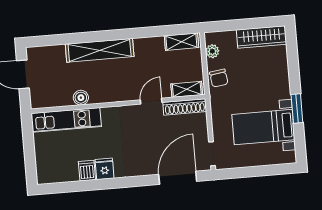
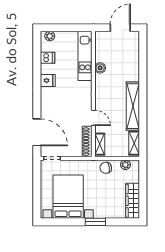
shelving: (100, 50) -> (133, 106), moved
window: (297, 108) -> (95, 222), moved
bed with nightstands: (263, 127) -> (68, 197), width x1.36
plant: (43, 171) -> (50, 36), added
dishwasher: (87, 171) -> (48, 58), moved

